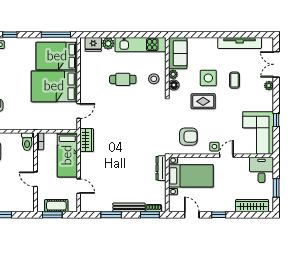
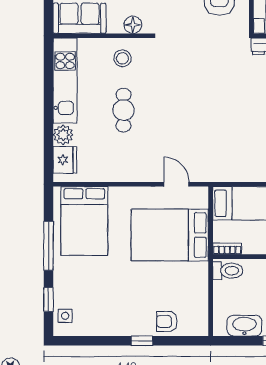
window: (56, 35) -> (48, 246), moved
plant: (173, 74) -> (115, 26), removed
bed: (54, 86) -> (170, 235), moved, turned 90
wardrobe: (87, 140) -> (225, 171), removed

